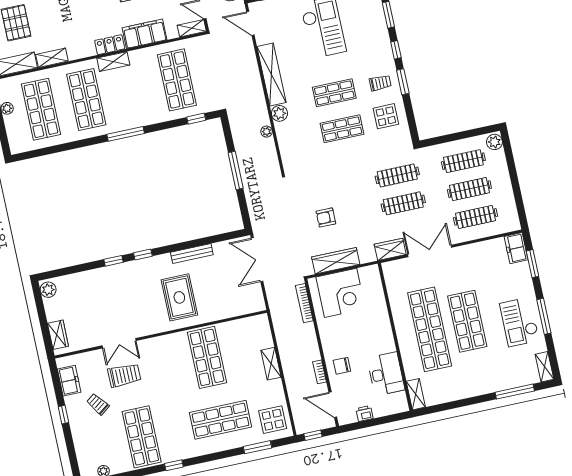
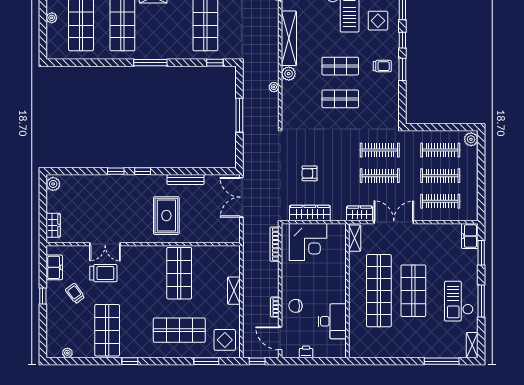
display table: (386, 116) -> (378, 21), moved
shelving: (416, 394) -> (355, 238), moved

